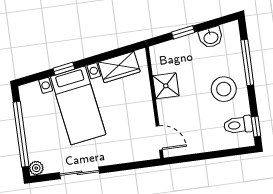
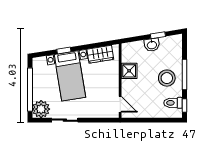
window: (183, 32) -> (158, 35), moved
washbasin: (211, 37) -> (152, 45), moved
window: (247, 62) -> (185, 74), moved
plant: (36, 168) -> (41, 109), width x1.88, depth x1.88

